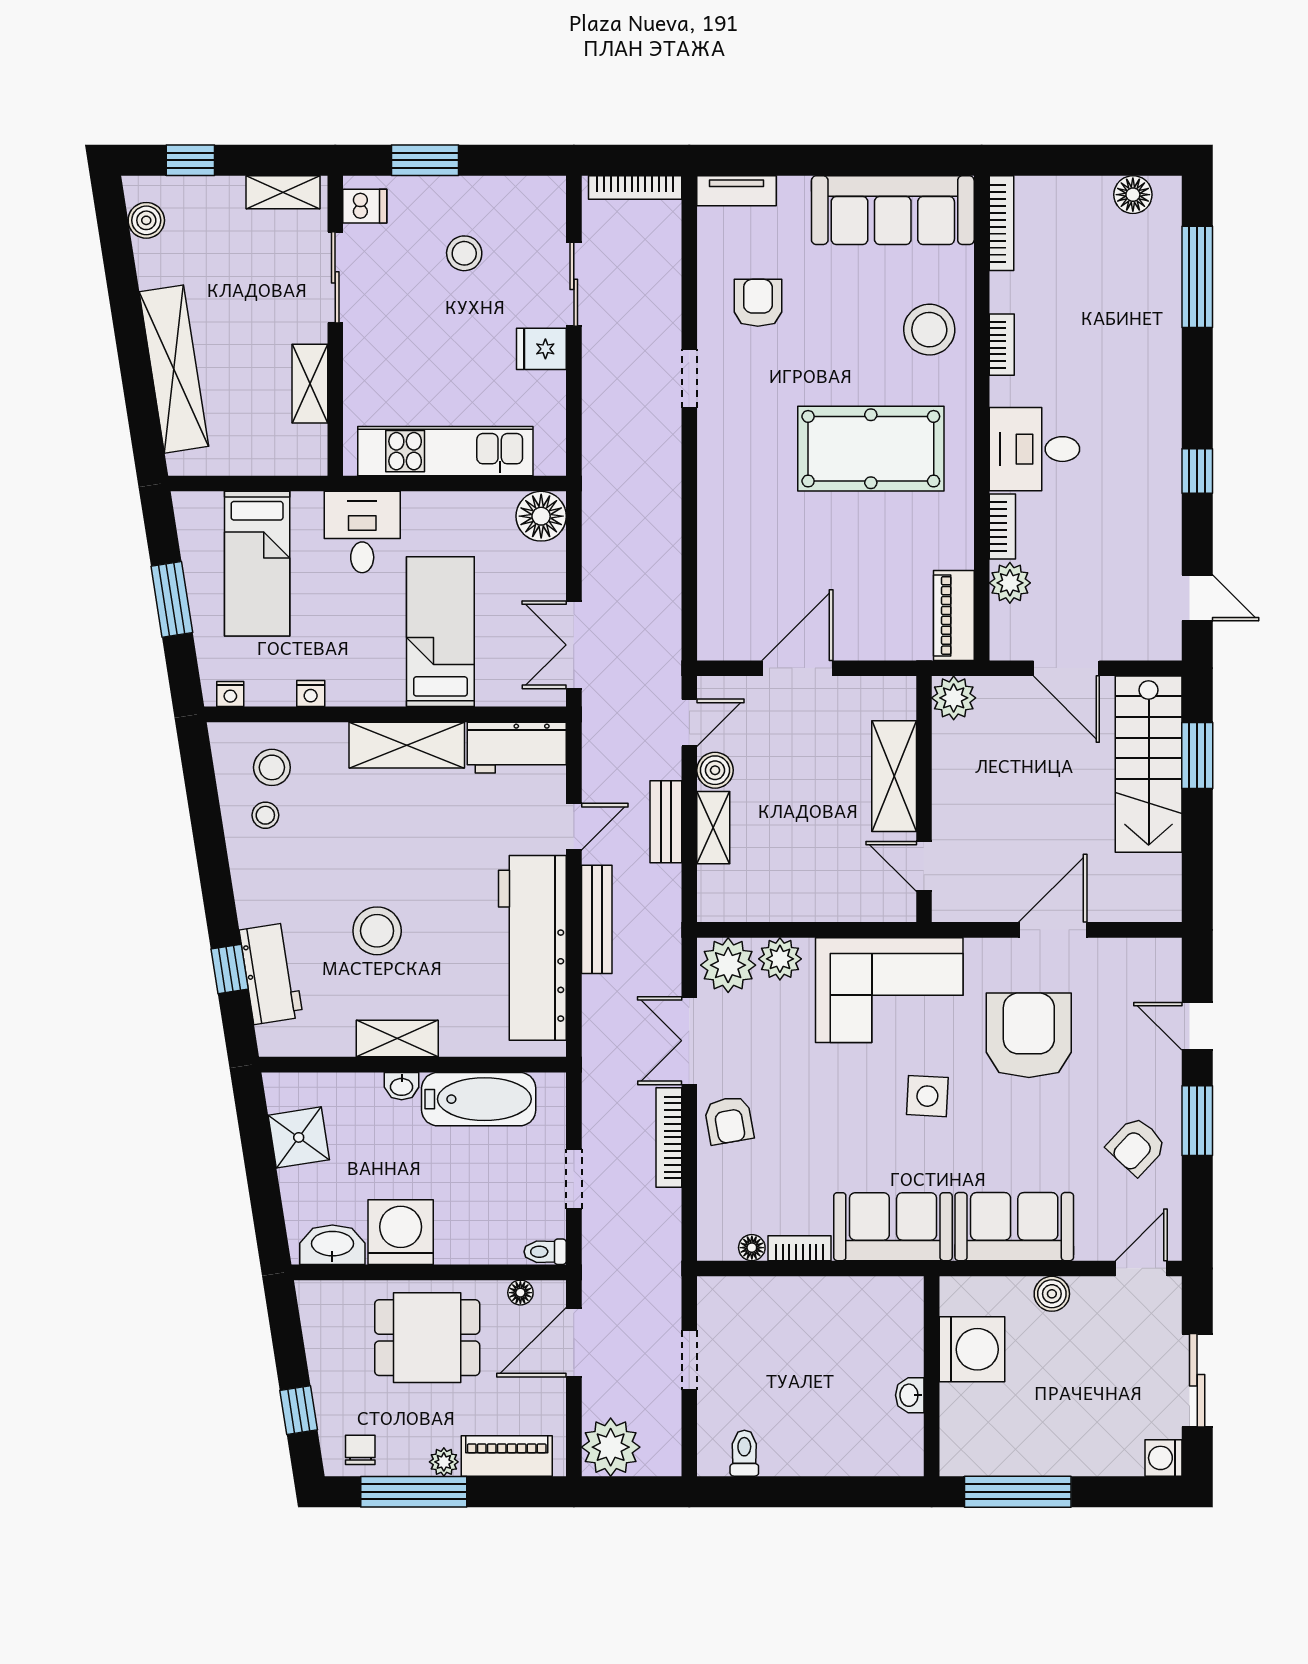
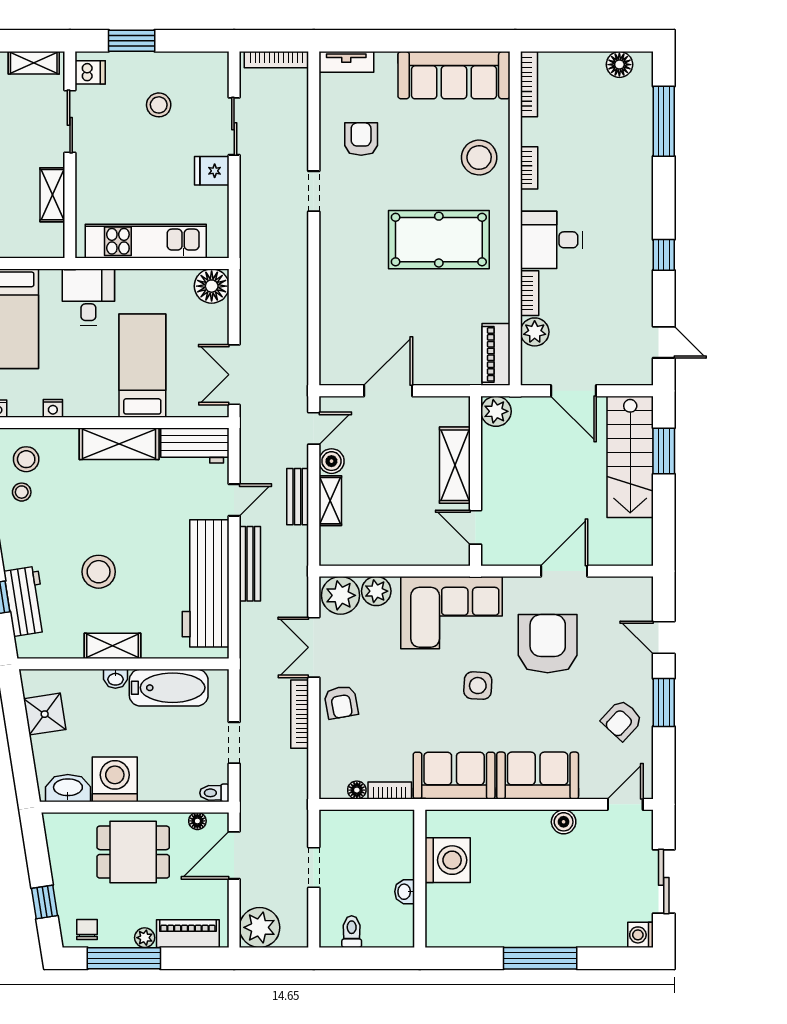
washing machine: (972, 1349) -> (448, 860), moved
wall: (932, 1376) -> (420, 879), moved
washbasin: (910, 1395) -> (405, 892), moved

